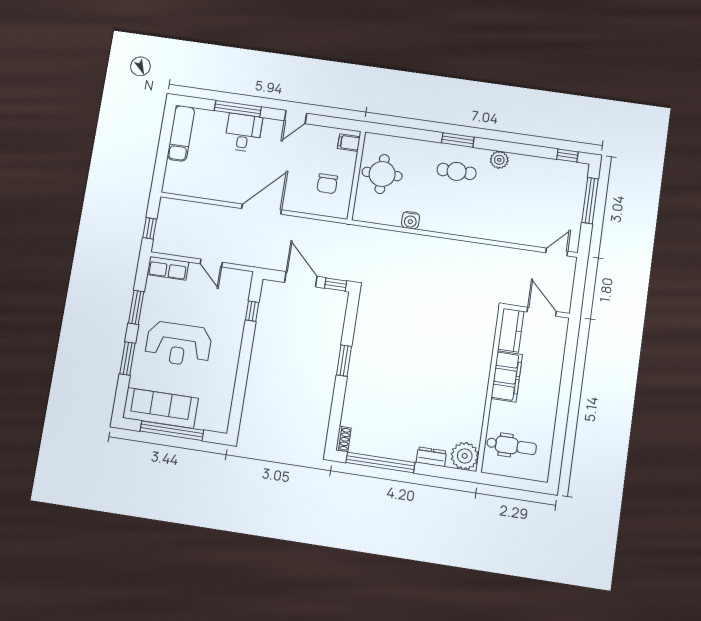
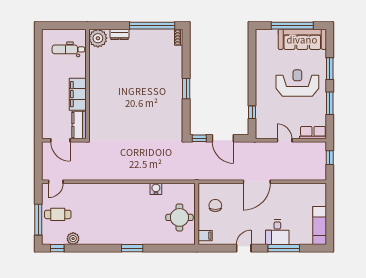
plant: (499, 160) -> (73, 239), moved
cafe table: (457, 171) -> (58, 214), moved

